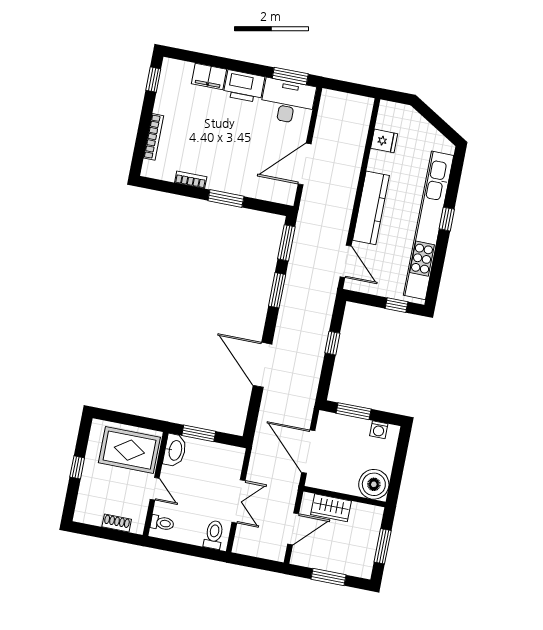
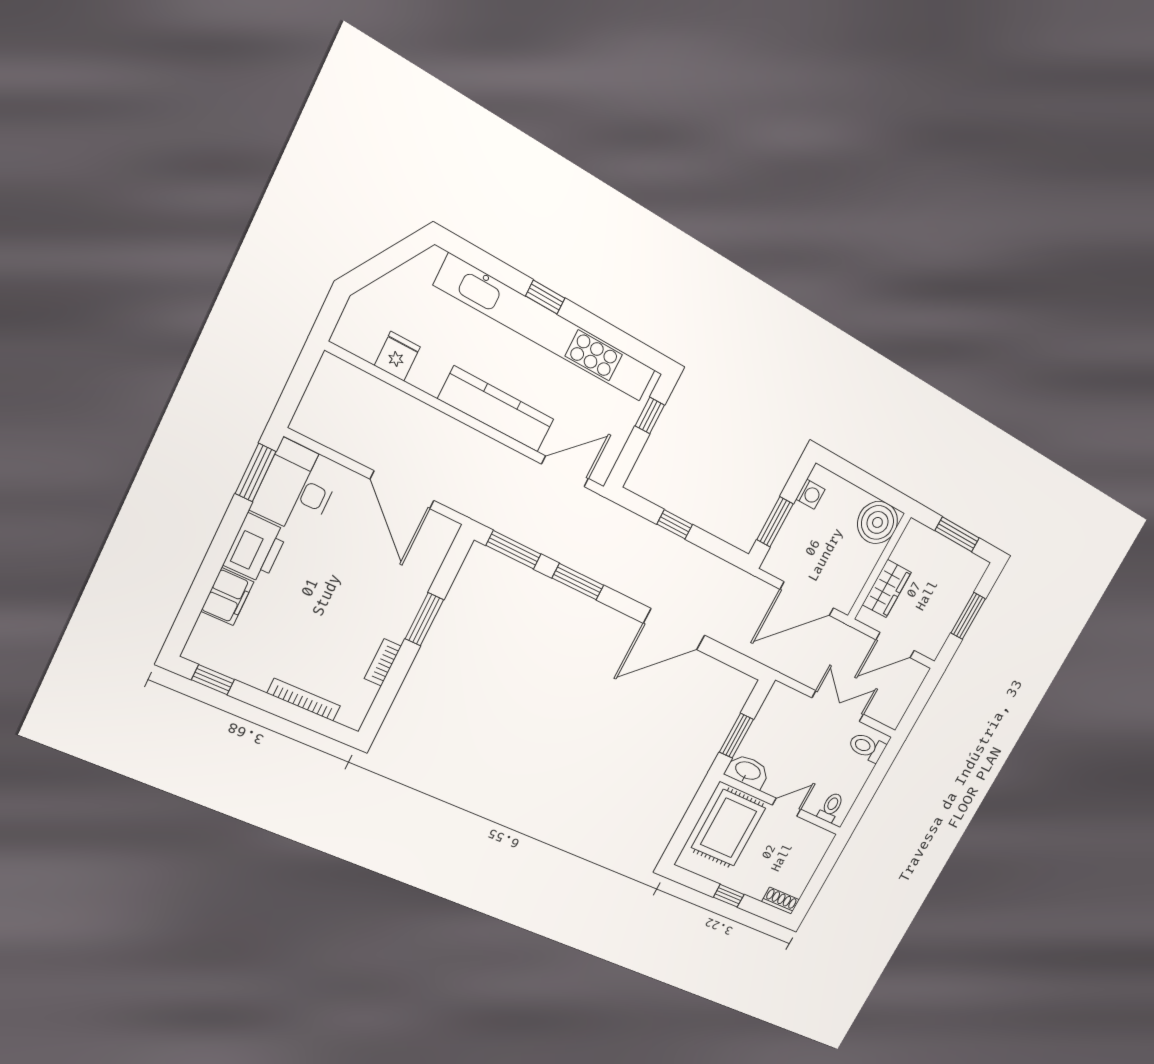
shoe rack: (117, 523) -> (780, 901), moved, turned 90
door: (293, 529) -> (895, 645), swing flipped

